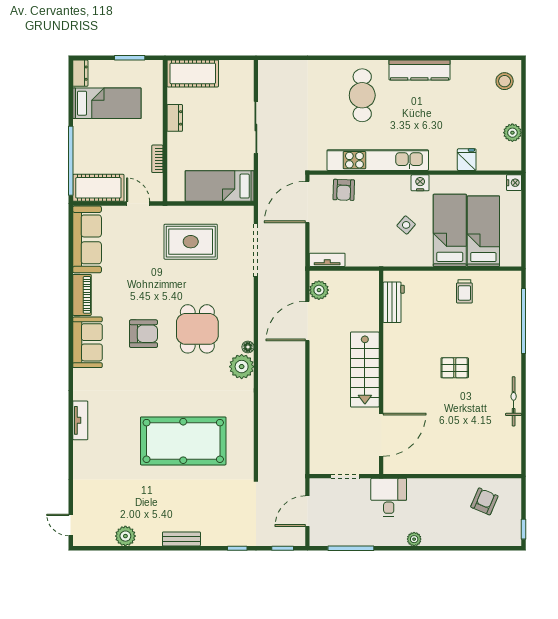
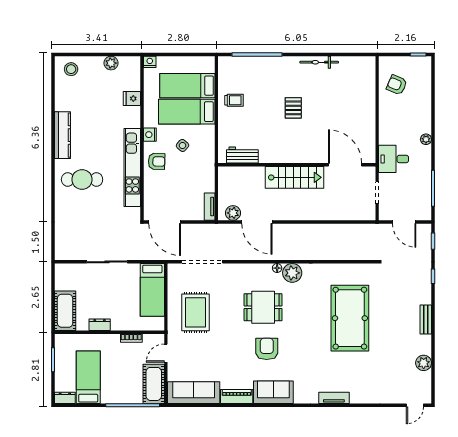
armchair: (344, 190) -> (157, 161), moved

